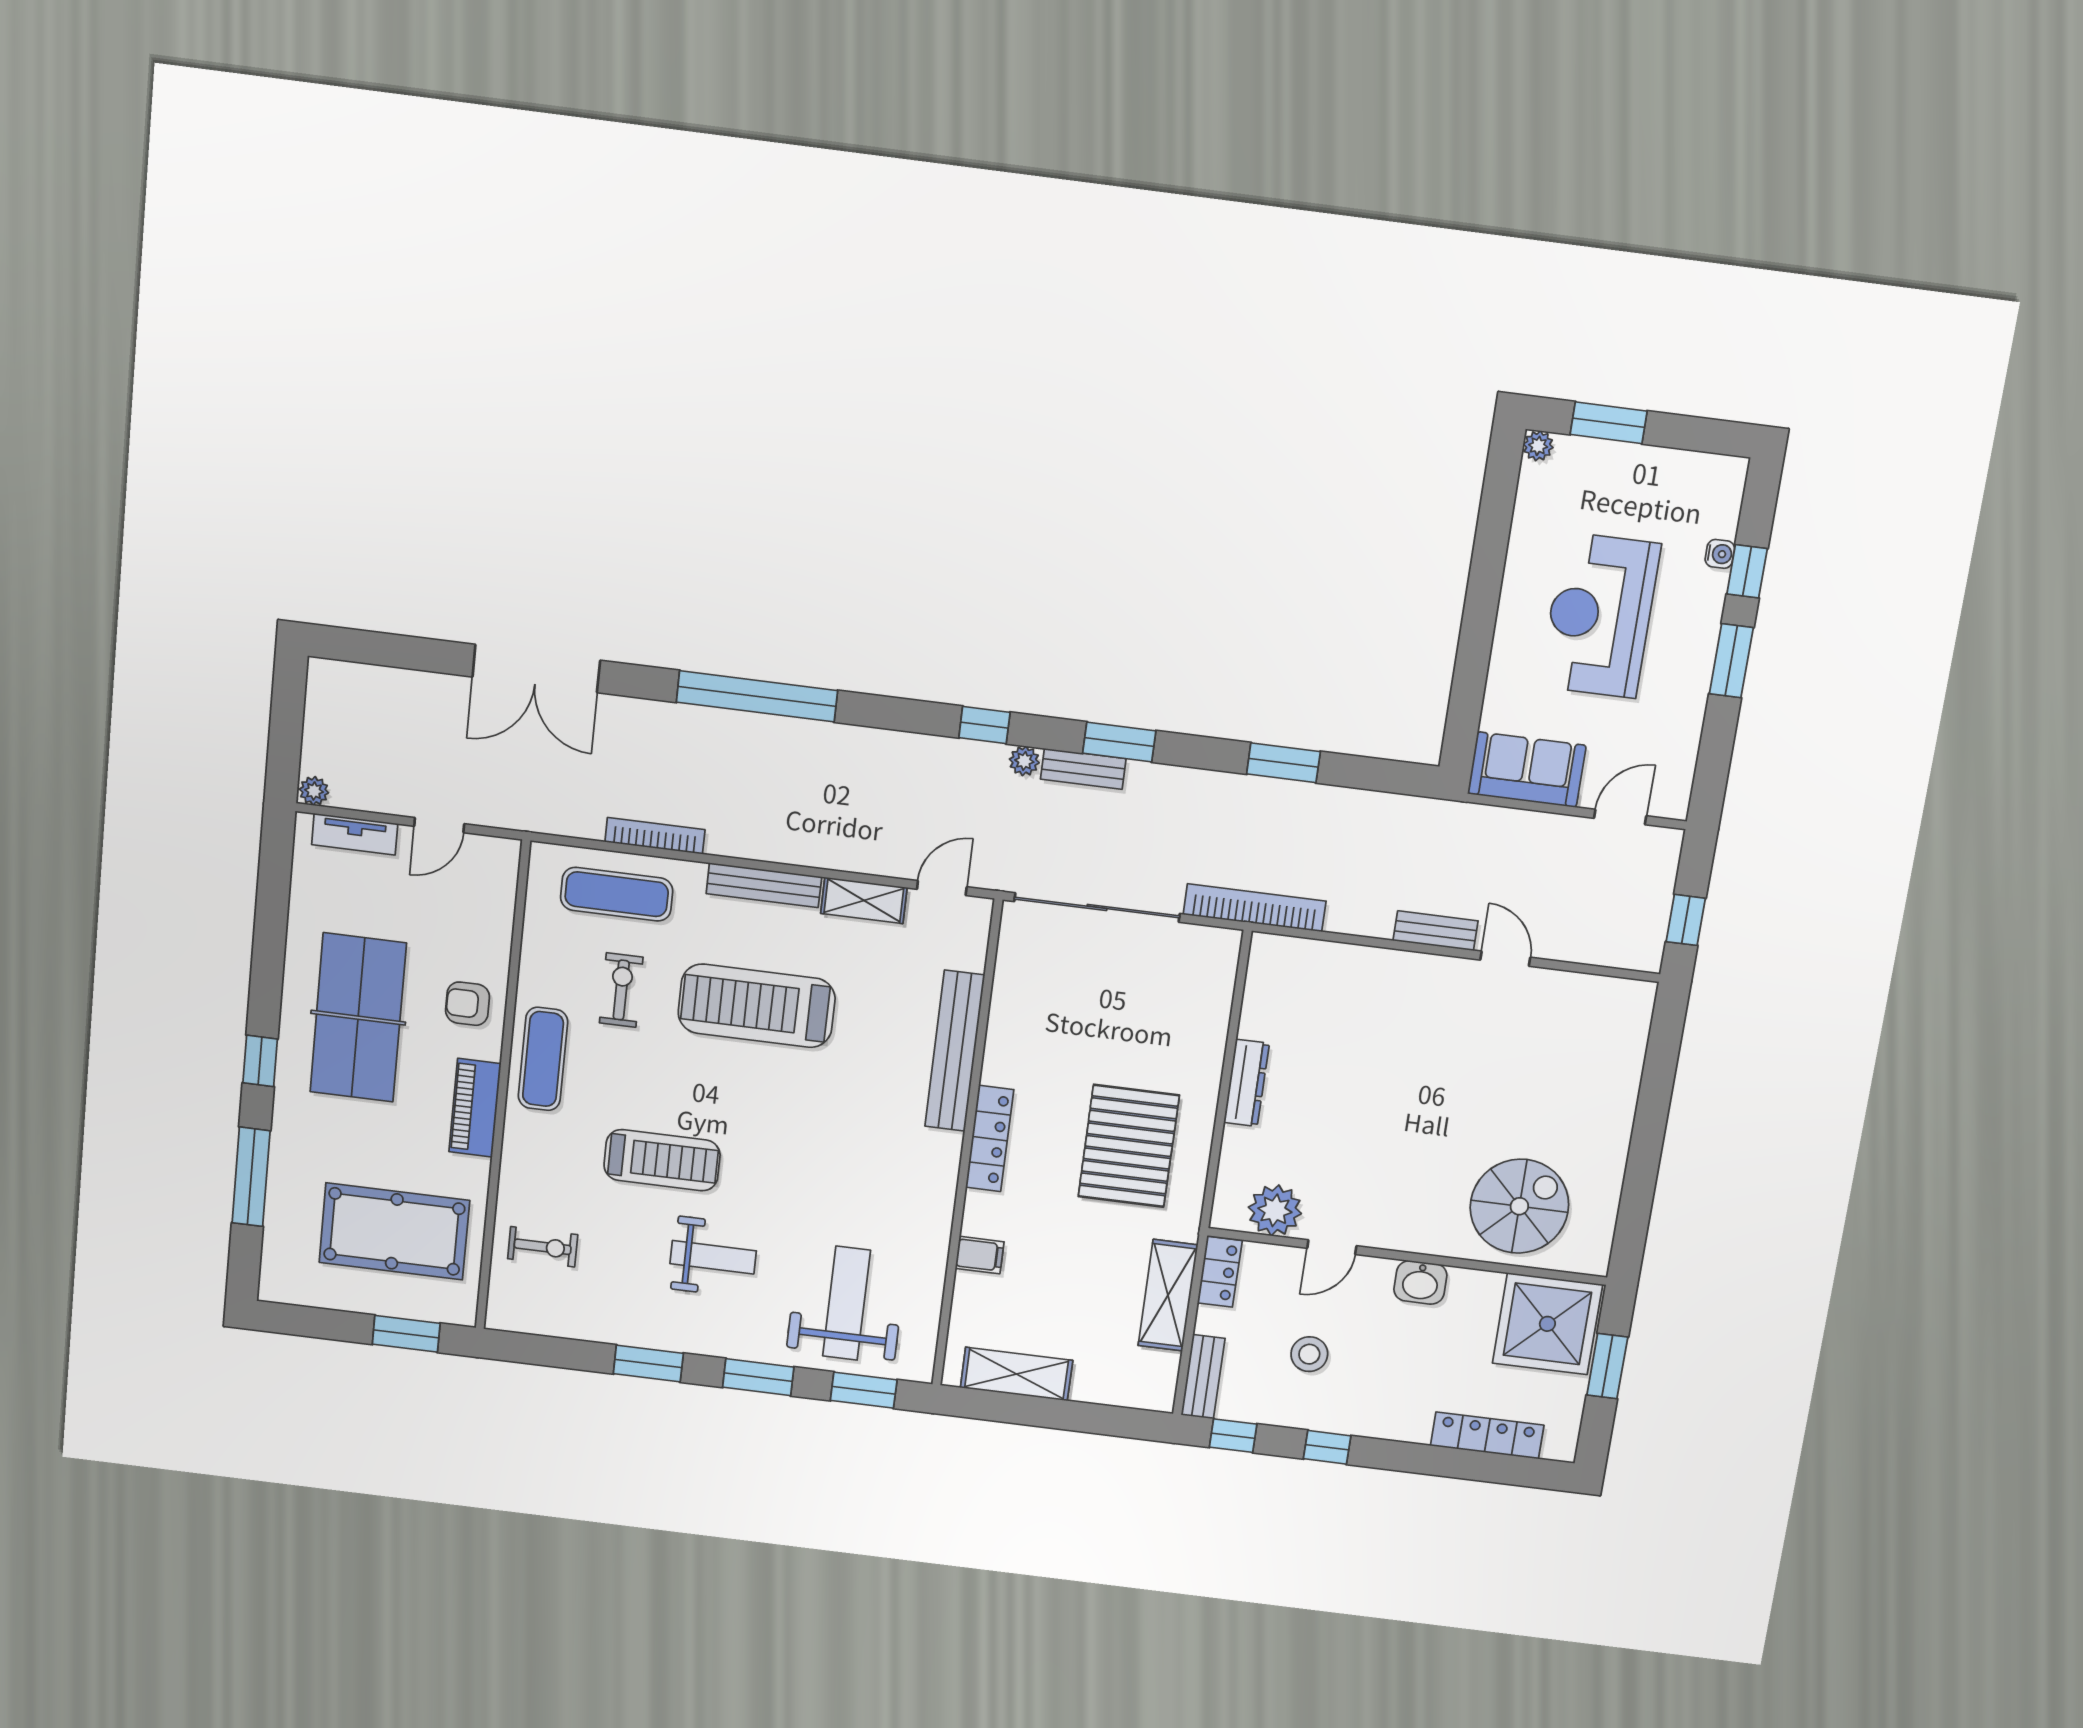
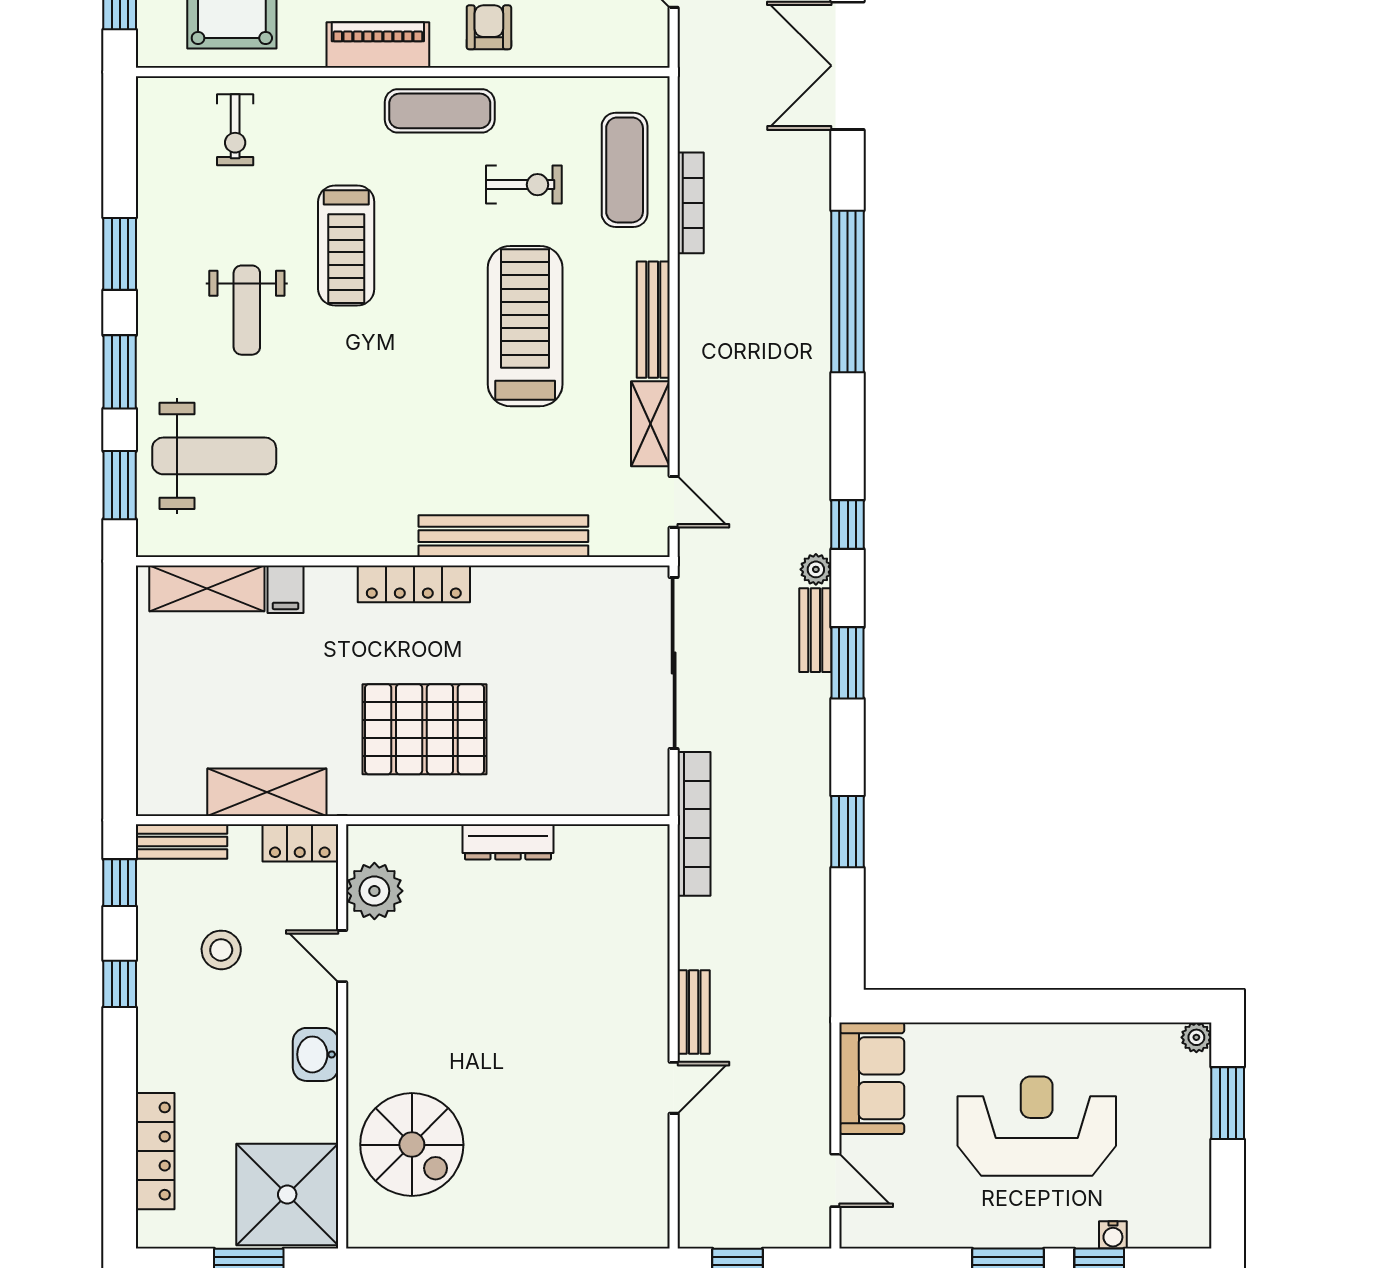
shelving: (1016, 1374) -> (207, 588), moved, turned 90

